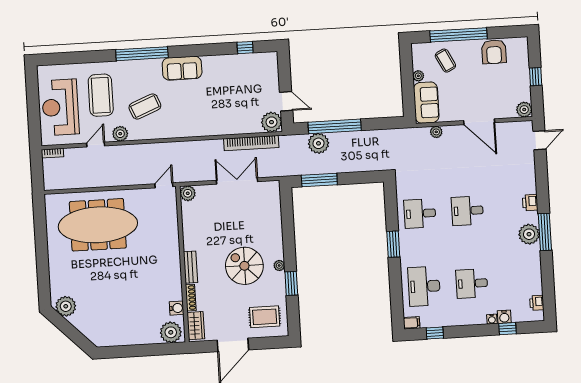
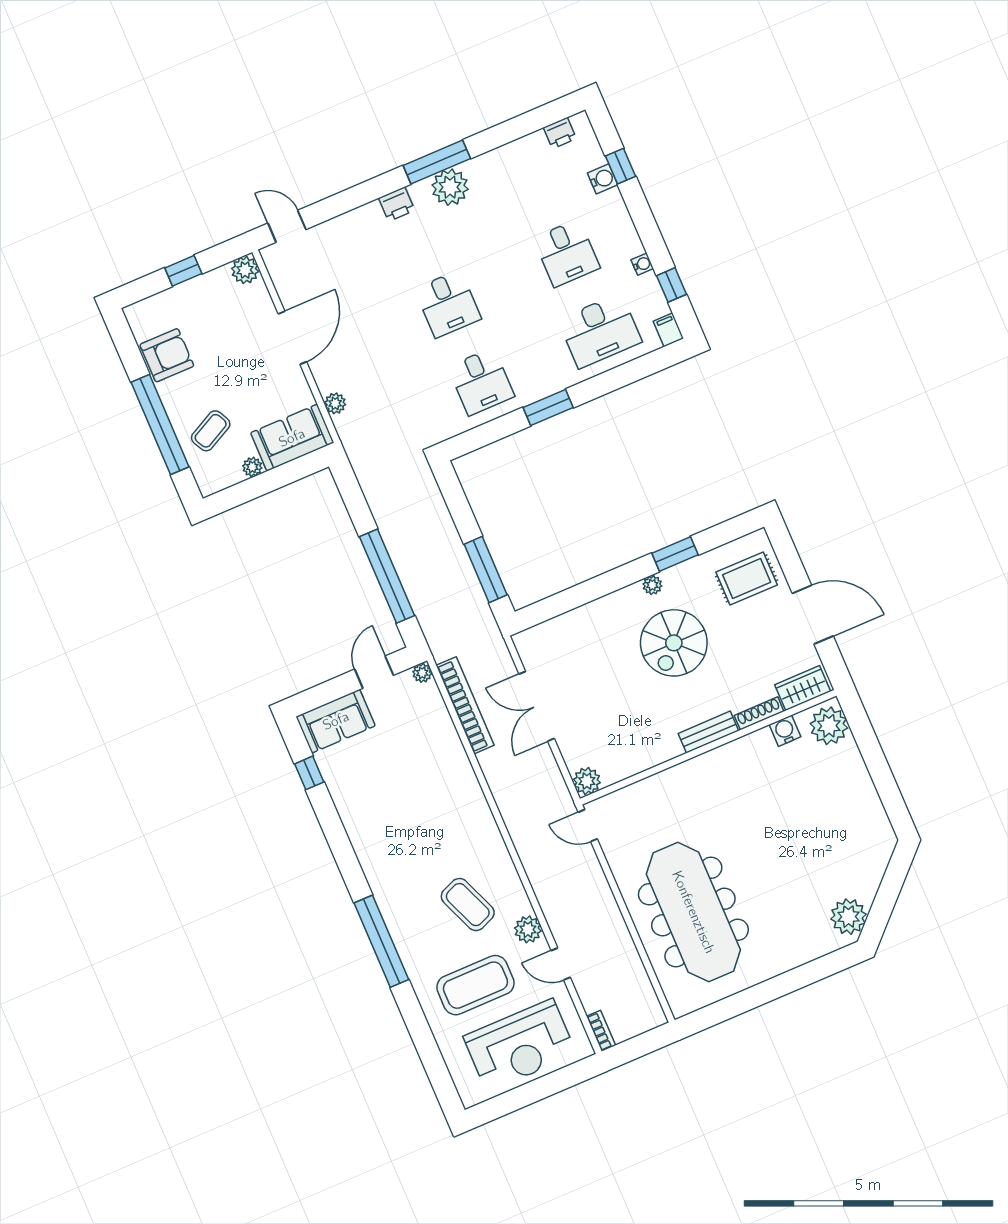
sofa: (182, 68) -> (336, 721), moved, turned 90
plant: (272, 122) -> (422, 673), width x0.53, depth x0.53
plant: (318, 143) -> (425, 593), removed
rug: (265, 317) -> (747, 579), turned 90
water cooler: (492, 319) -> (642, 264), moved

